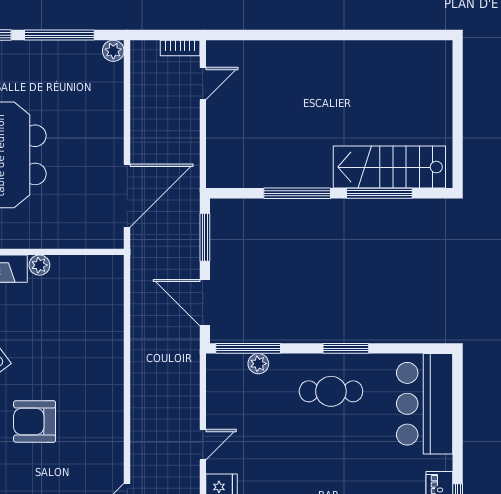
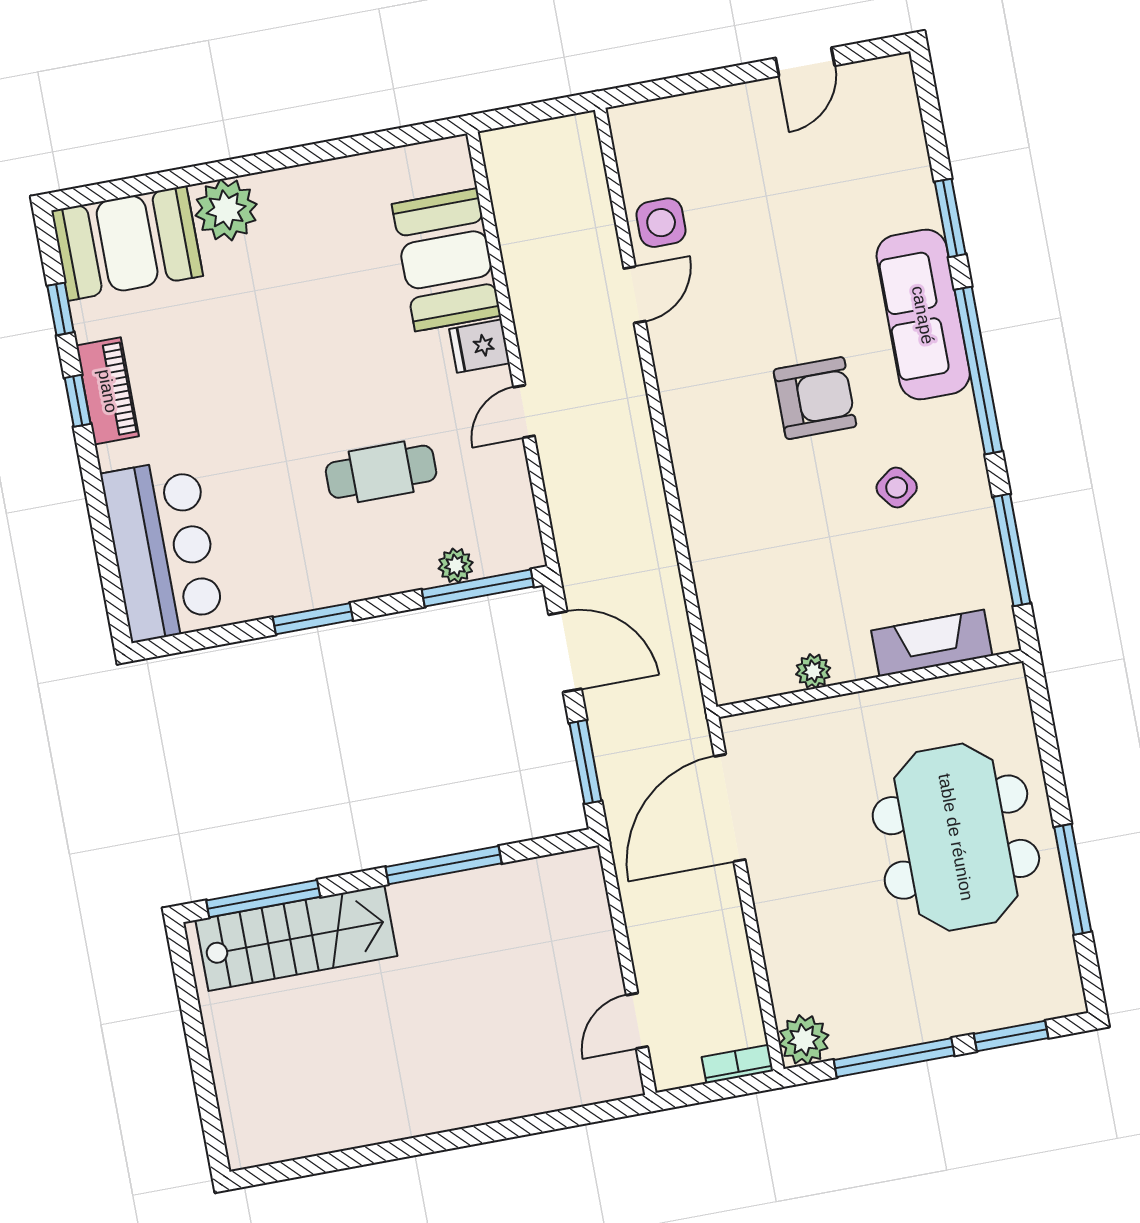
bookcase: (180, 48) -> (737, 1064), moved
plant: (113, 51) -> (804, 1040), width x1.38, depth x1.38
window: (379, 193) -> (263, 899), moved
plant: (39, 265) -> (813, 671), moved
cafe table: (331, 391) -> (381, 472), moved

